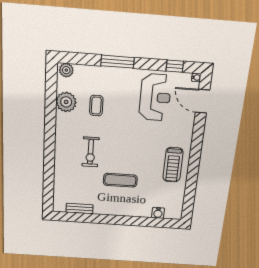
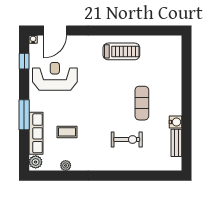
row of seats: (97, 73) -> (36, 133), added
plant: (66, 102) -> (66, 165), width x0.53, depth x0.53
exercise bike: (91, 152) -> (127, 140), moved
water cooler: (158, 213) -> (175, 122), moved

